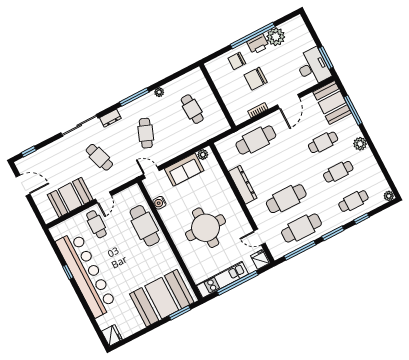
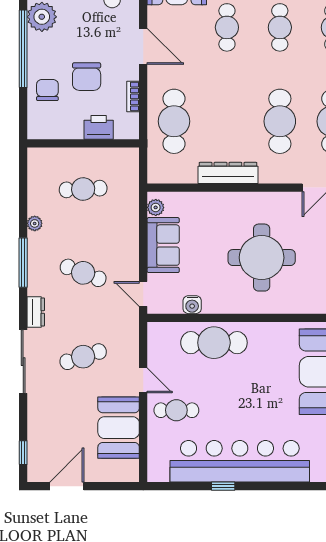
printer: (258, 44) -> (99, 127), moved, turned -90
chair: (237, 61) -> (47, 90), turned 180
door: (151, 173) -> (143, 294), hinge flipped

